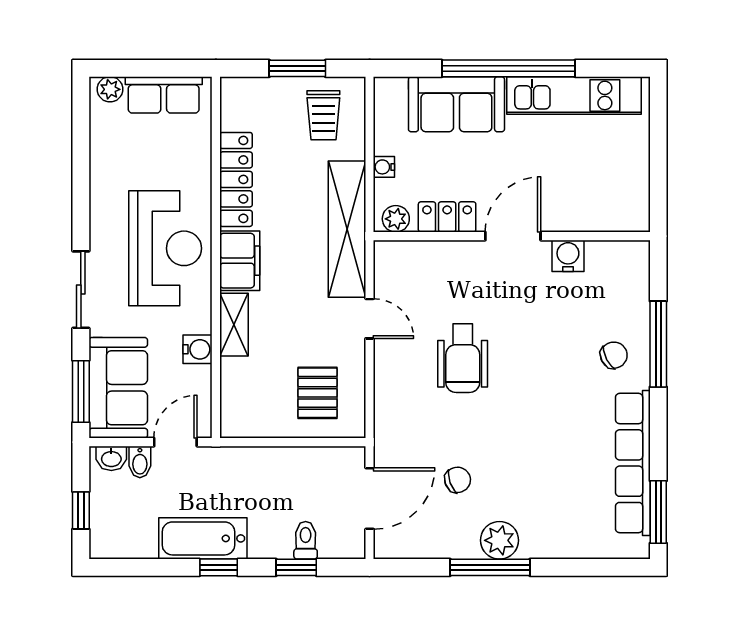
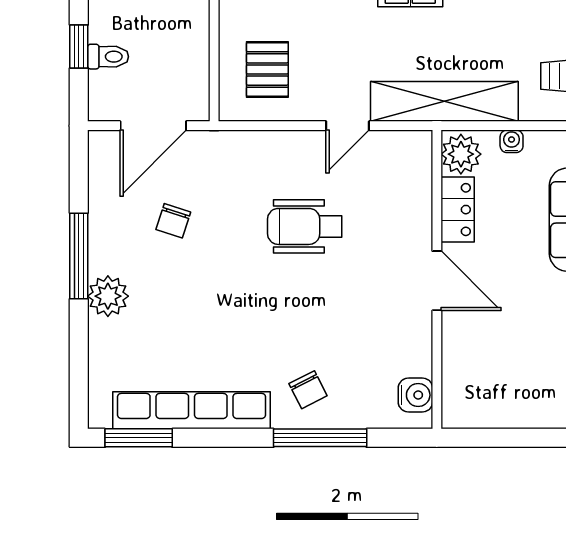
plant: (396, 219) -> (461, 154), width x1.38, depth x1.38
water cooler: (568, 256) -> (415, 395), moved
pallet: (317, 393) -> (267, 69), turned 90
chair: (458, 480) -> (173, 221), turned 38
door: (370, 499) -> (153, 126), hinge flipped
plant: (499, 540) -> (108, 296), moved

